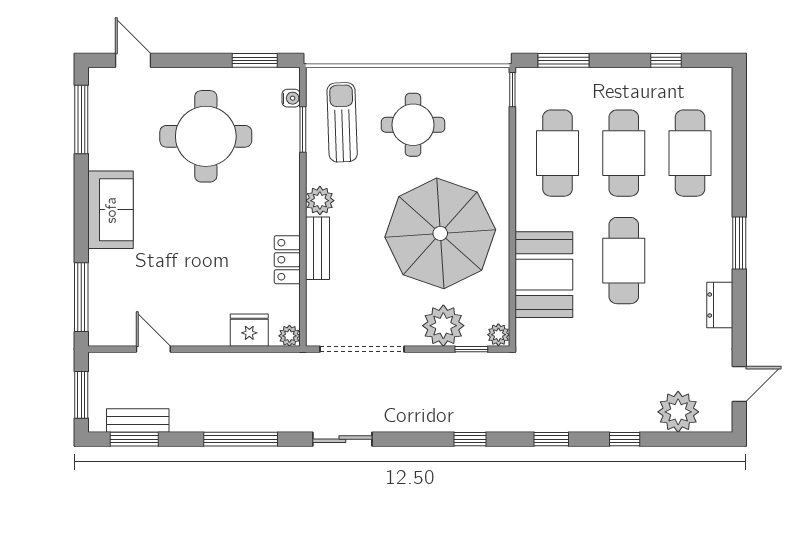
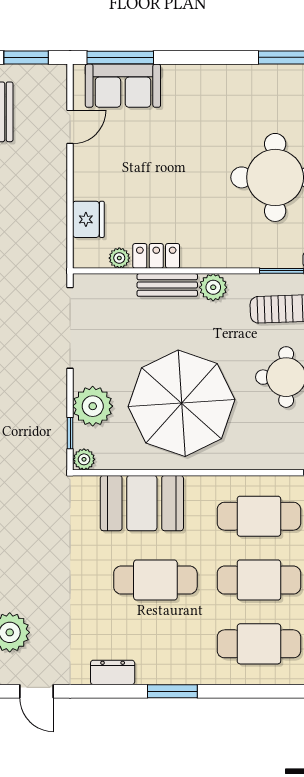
sofa: (111, 210) -> (123, 86), moved
plant: (289, 336) -> (119, 258), moved

